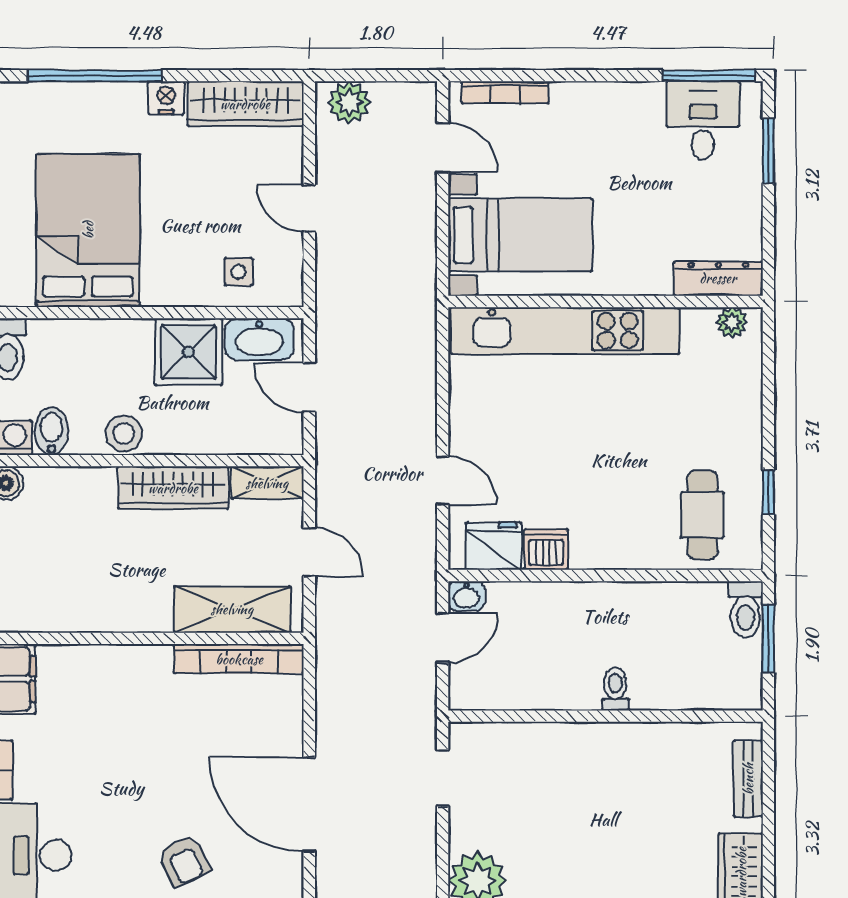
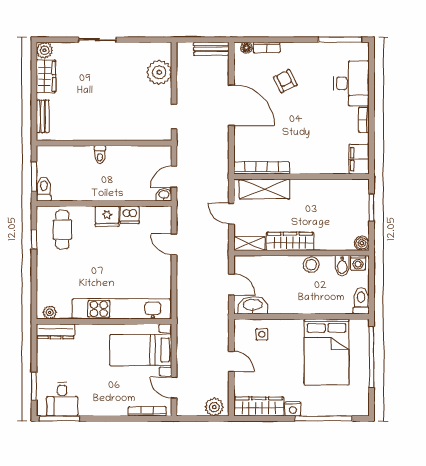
shower: (189, 352) -> (283, 300), removed
fridge: (493, 546) -> (107, 216), moved

